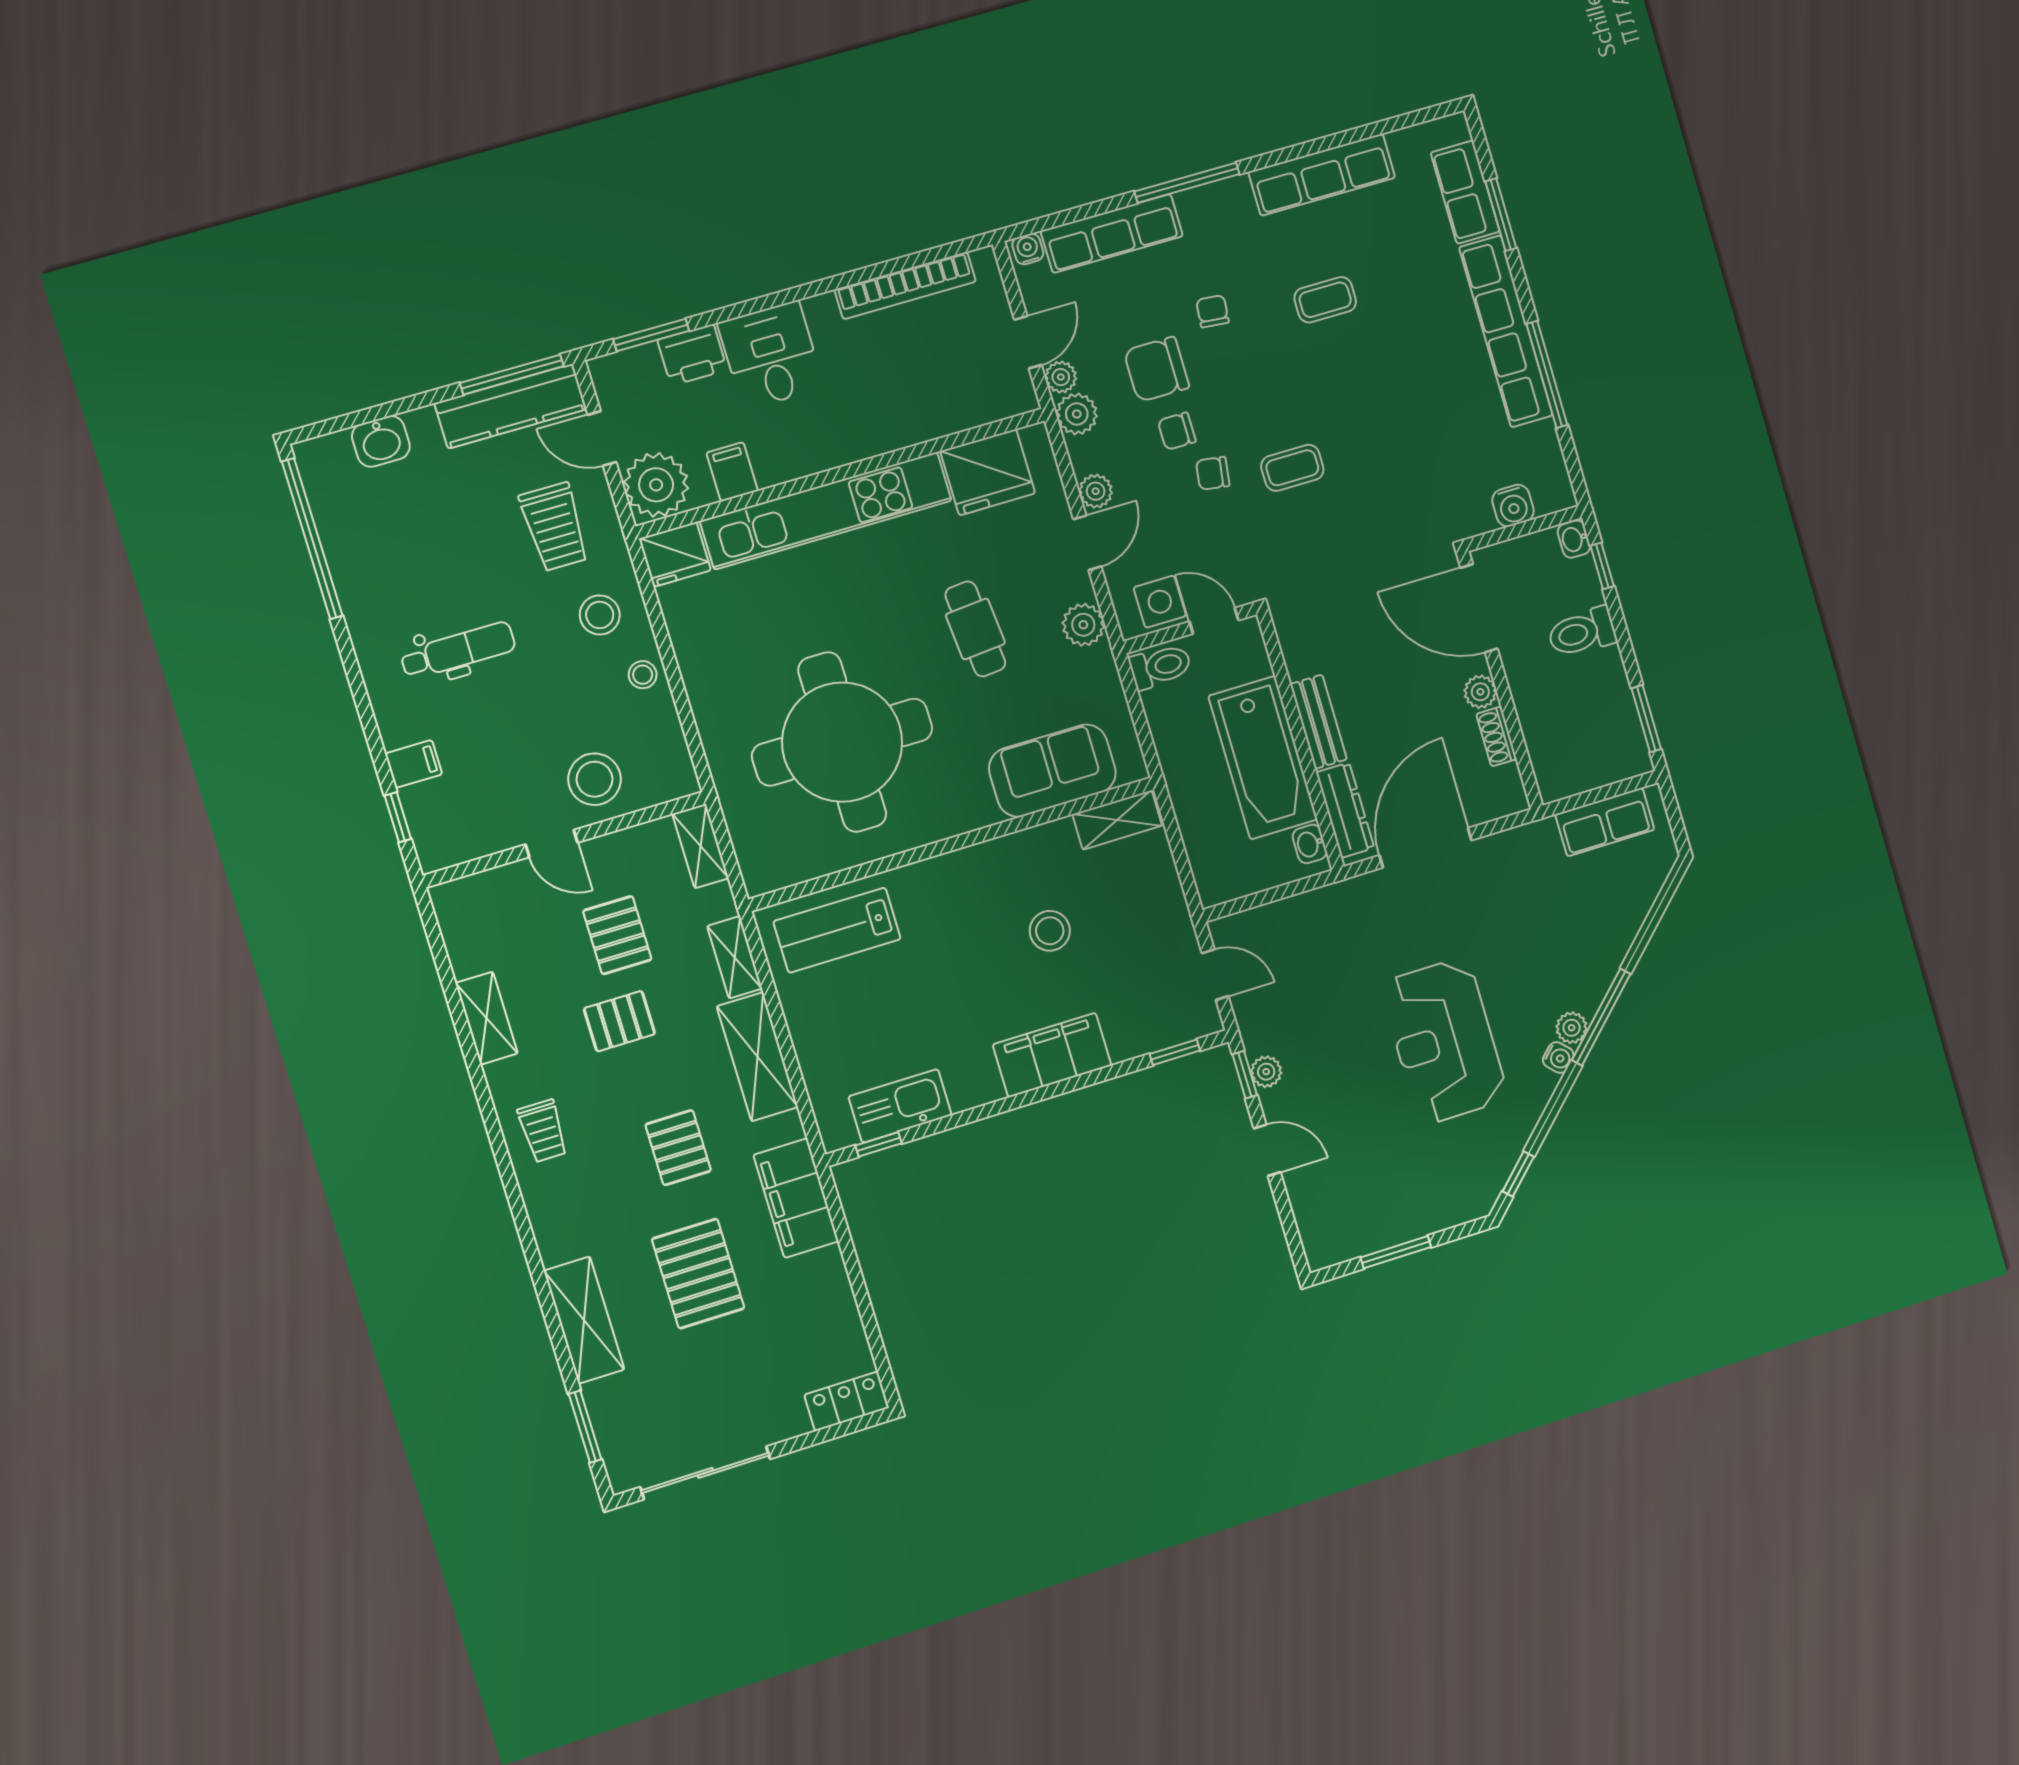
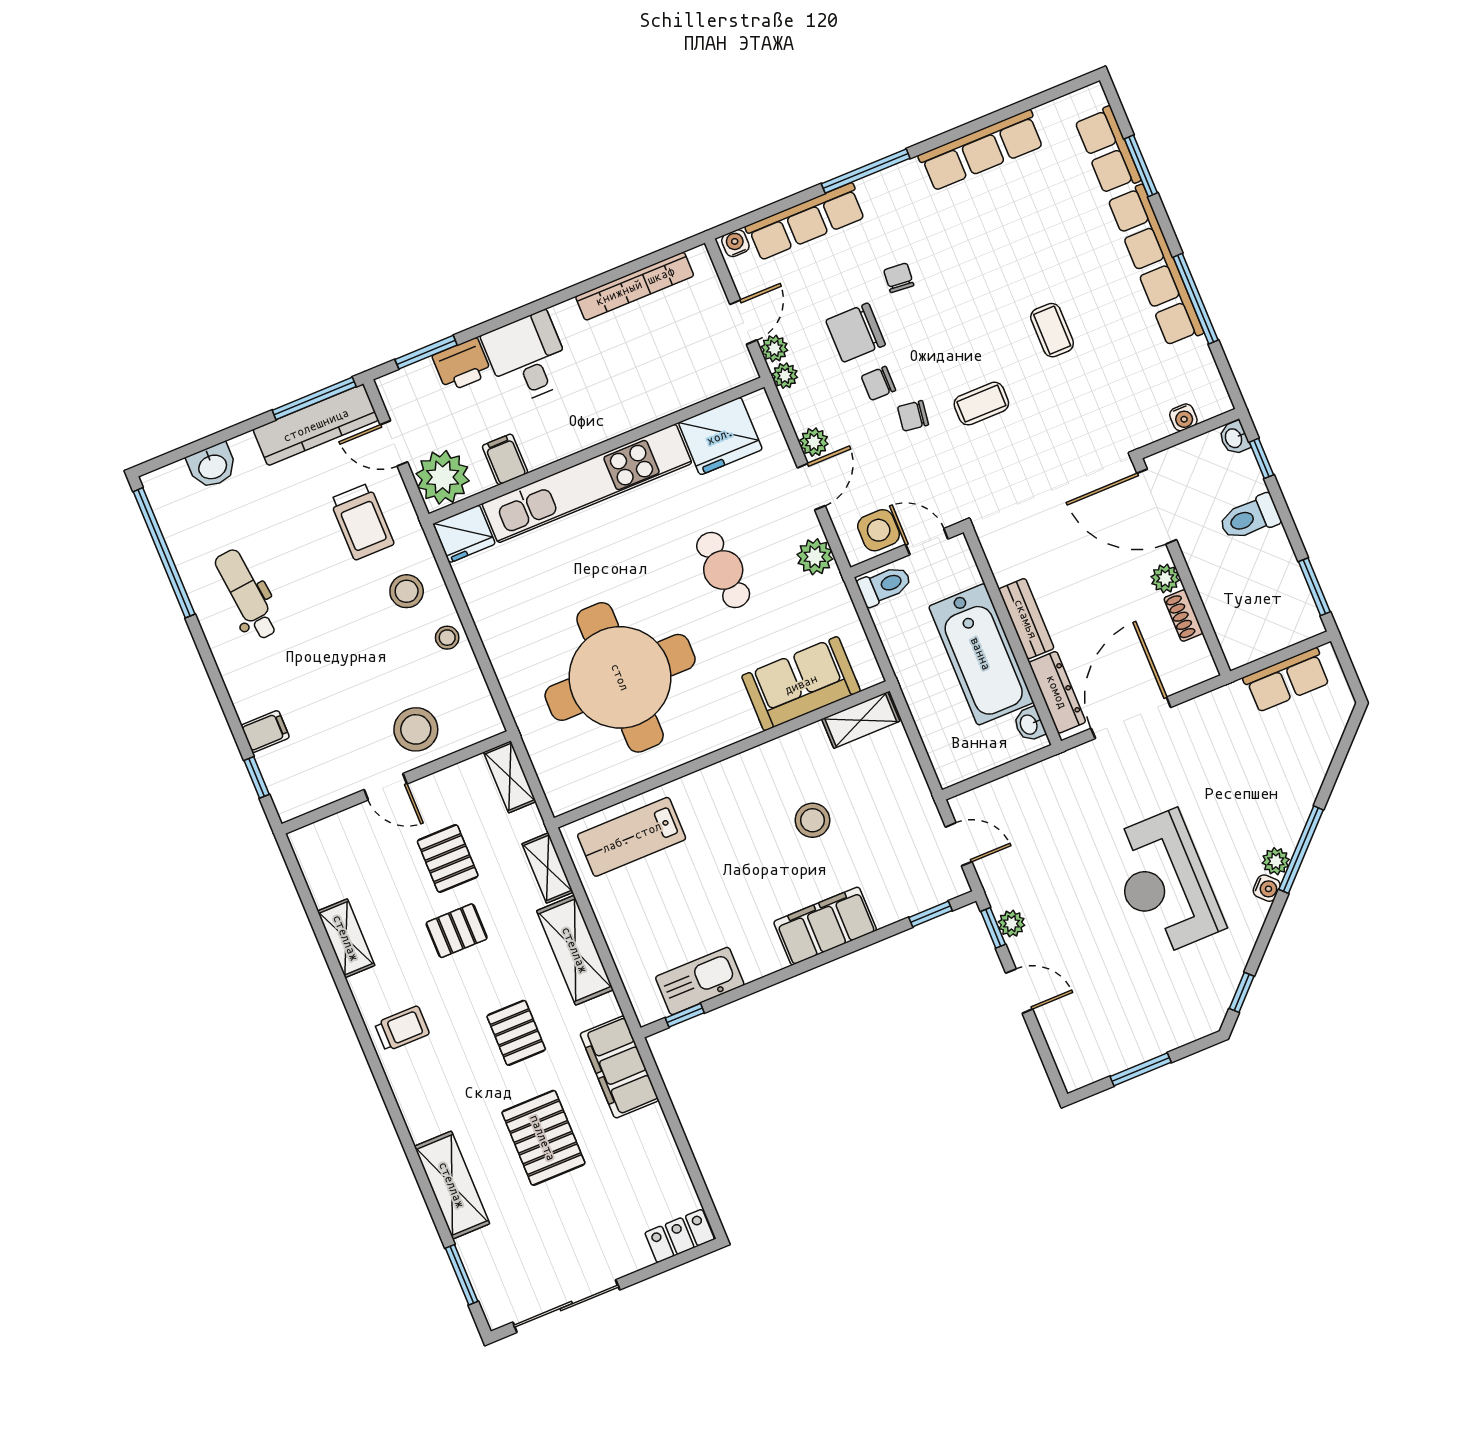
coffee table: (1325, 300) -> (1052, 330), moved, turned 90
plant: (1077, 414) -> (785, 376), width x0.73, depth x0.73
water cooler: (1513, 506) -> (1183, 417), width x0.72, depth x0.72
dental chair: (458, 651) -> (246, 595), moved, turned -96
trolley: (543, 1131) -> (402, 1029), turned -90

